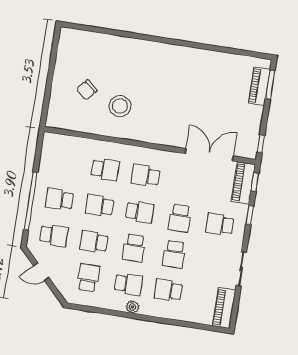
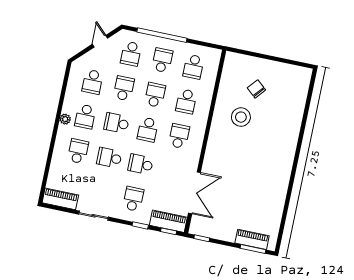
school desk: (65, 163) -> (193, 67), added
school desk: (88, 278) -> (93, 82), turned 90

